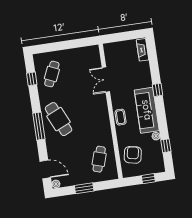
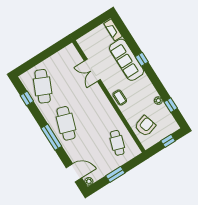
cafe table: (52, 74) -> (43, 86), width x1.37, depth x1.35
sofa: (147, 110) -> (127, 60), moved
cafe table: (59, 119) -> (66, 123), turned 42
armchair: (133, 155) -> (145, 126), turned 62

